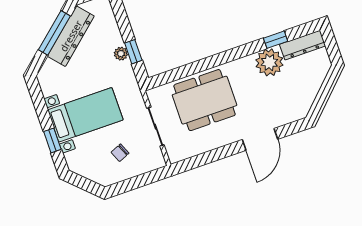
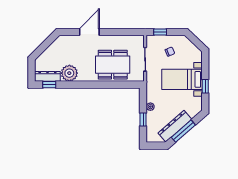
window: (276, 40) -> (49, 85), moved
window: (133, 52) -> (143, 119), moved
window: (52, 140) -> (205, 86), moved
window: (147, 179) -> (160, 32), added

